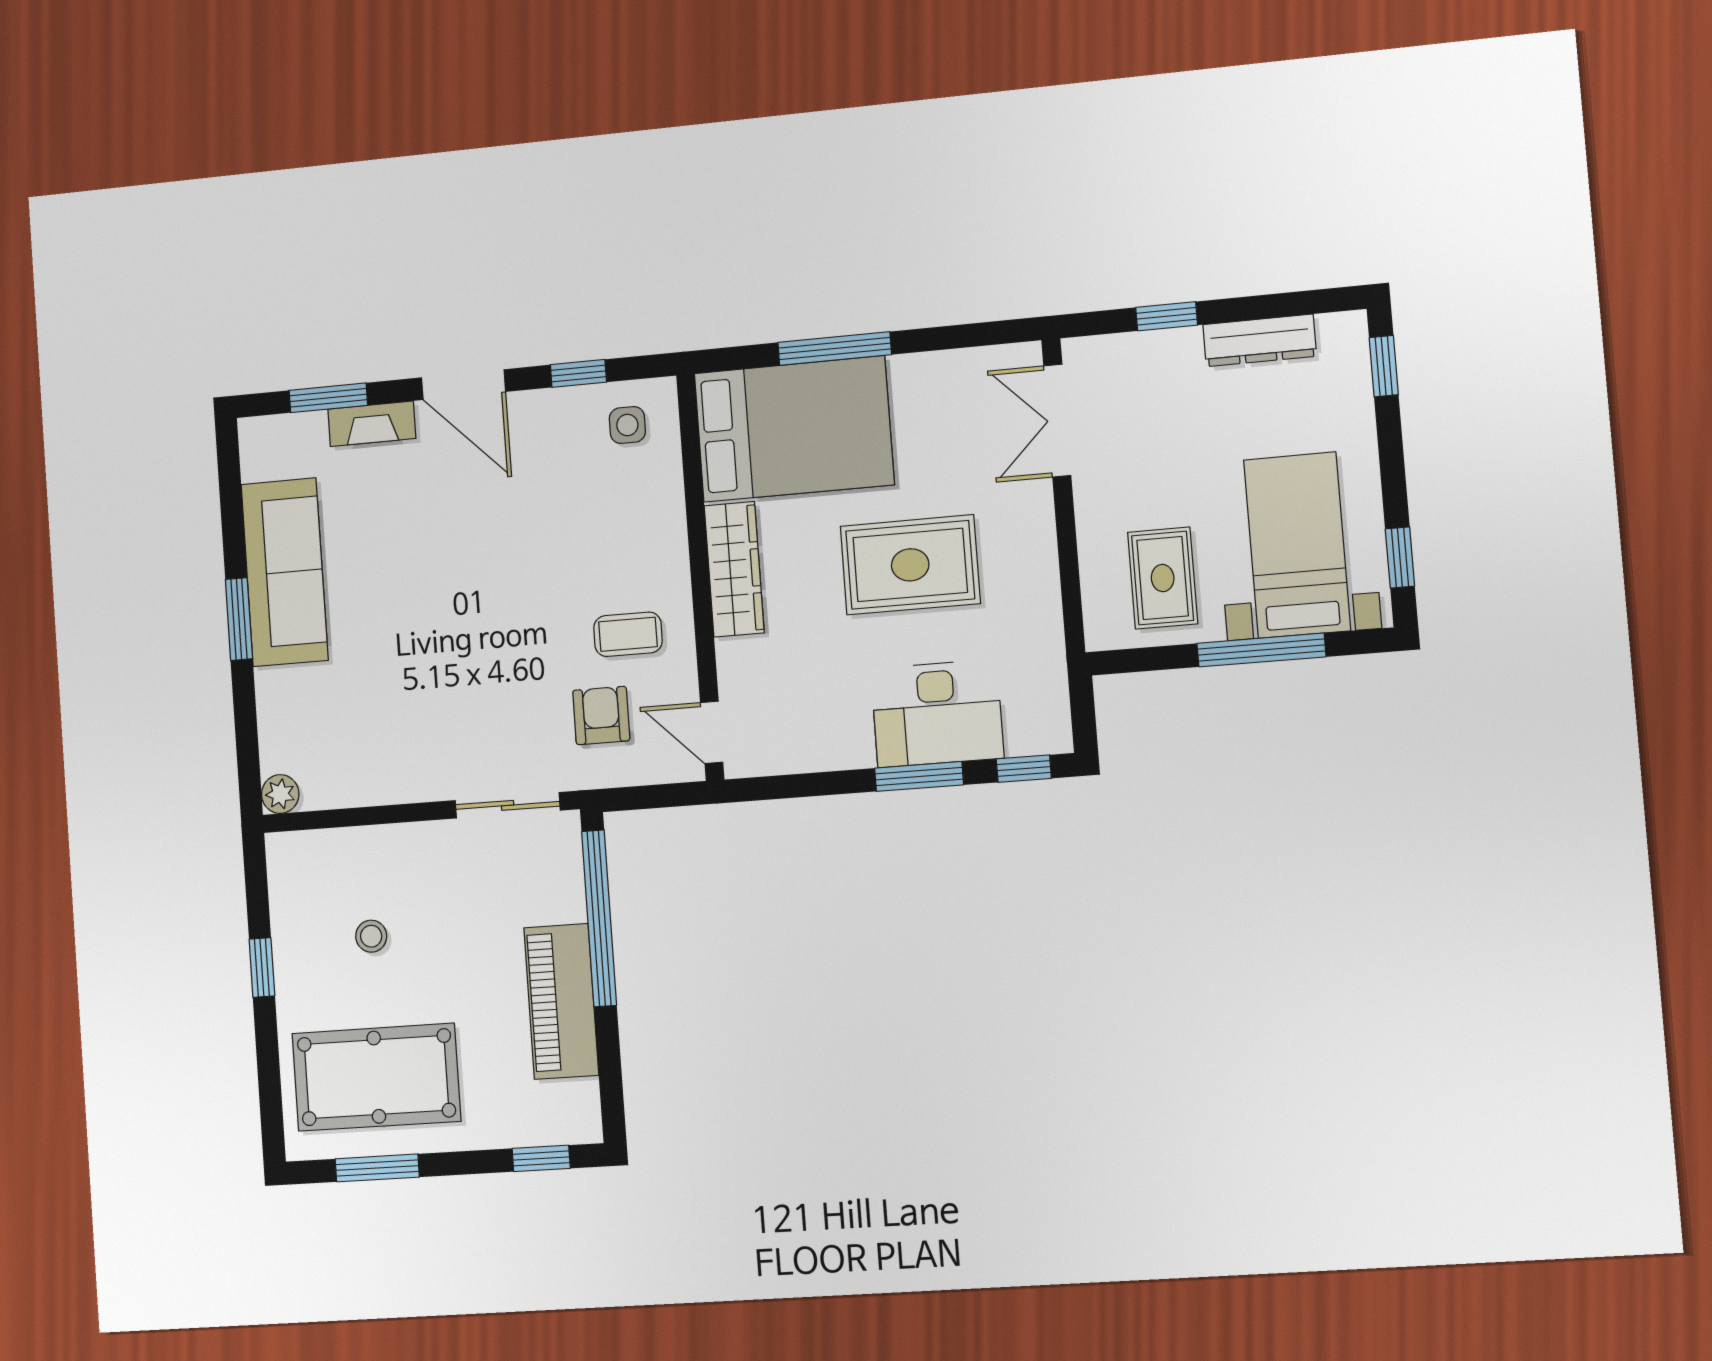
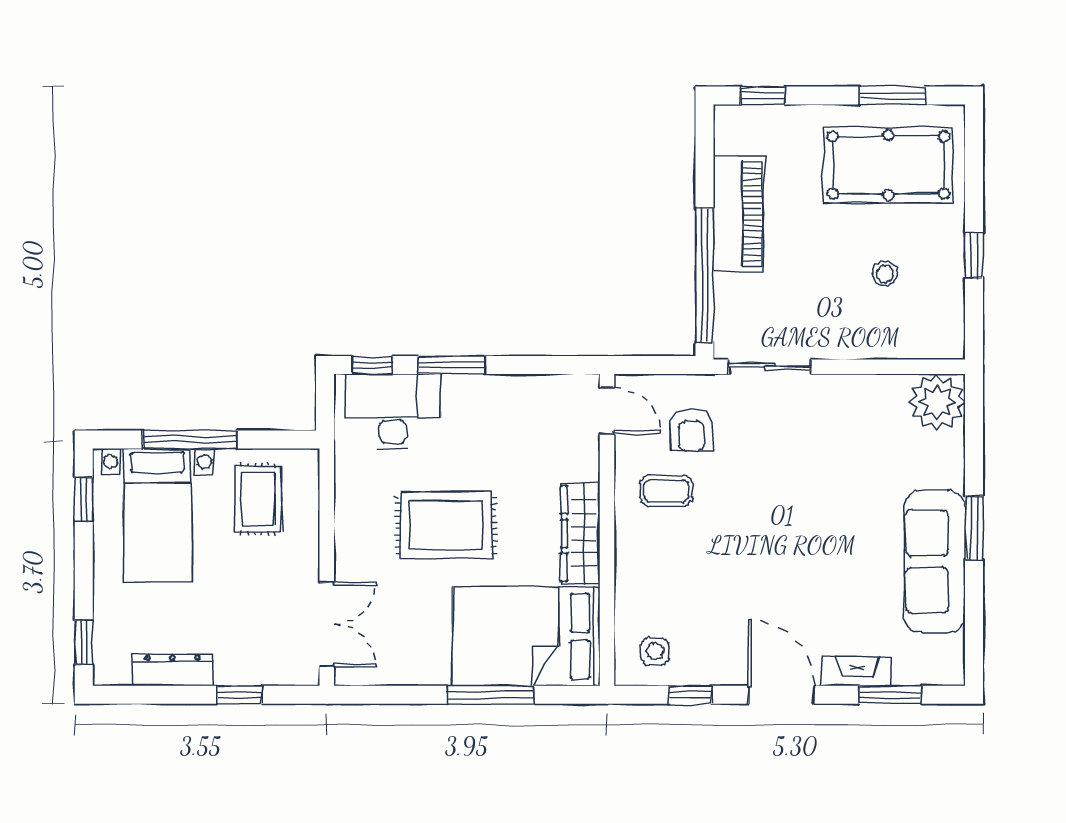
desk: (937, 713) -> (393, 411), moved
plant: (280, 794) -> (937, 402), width x1.87, depth x1.87

